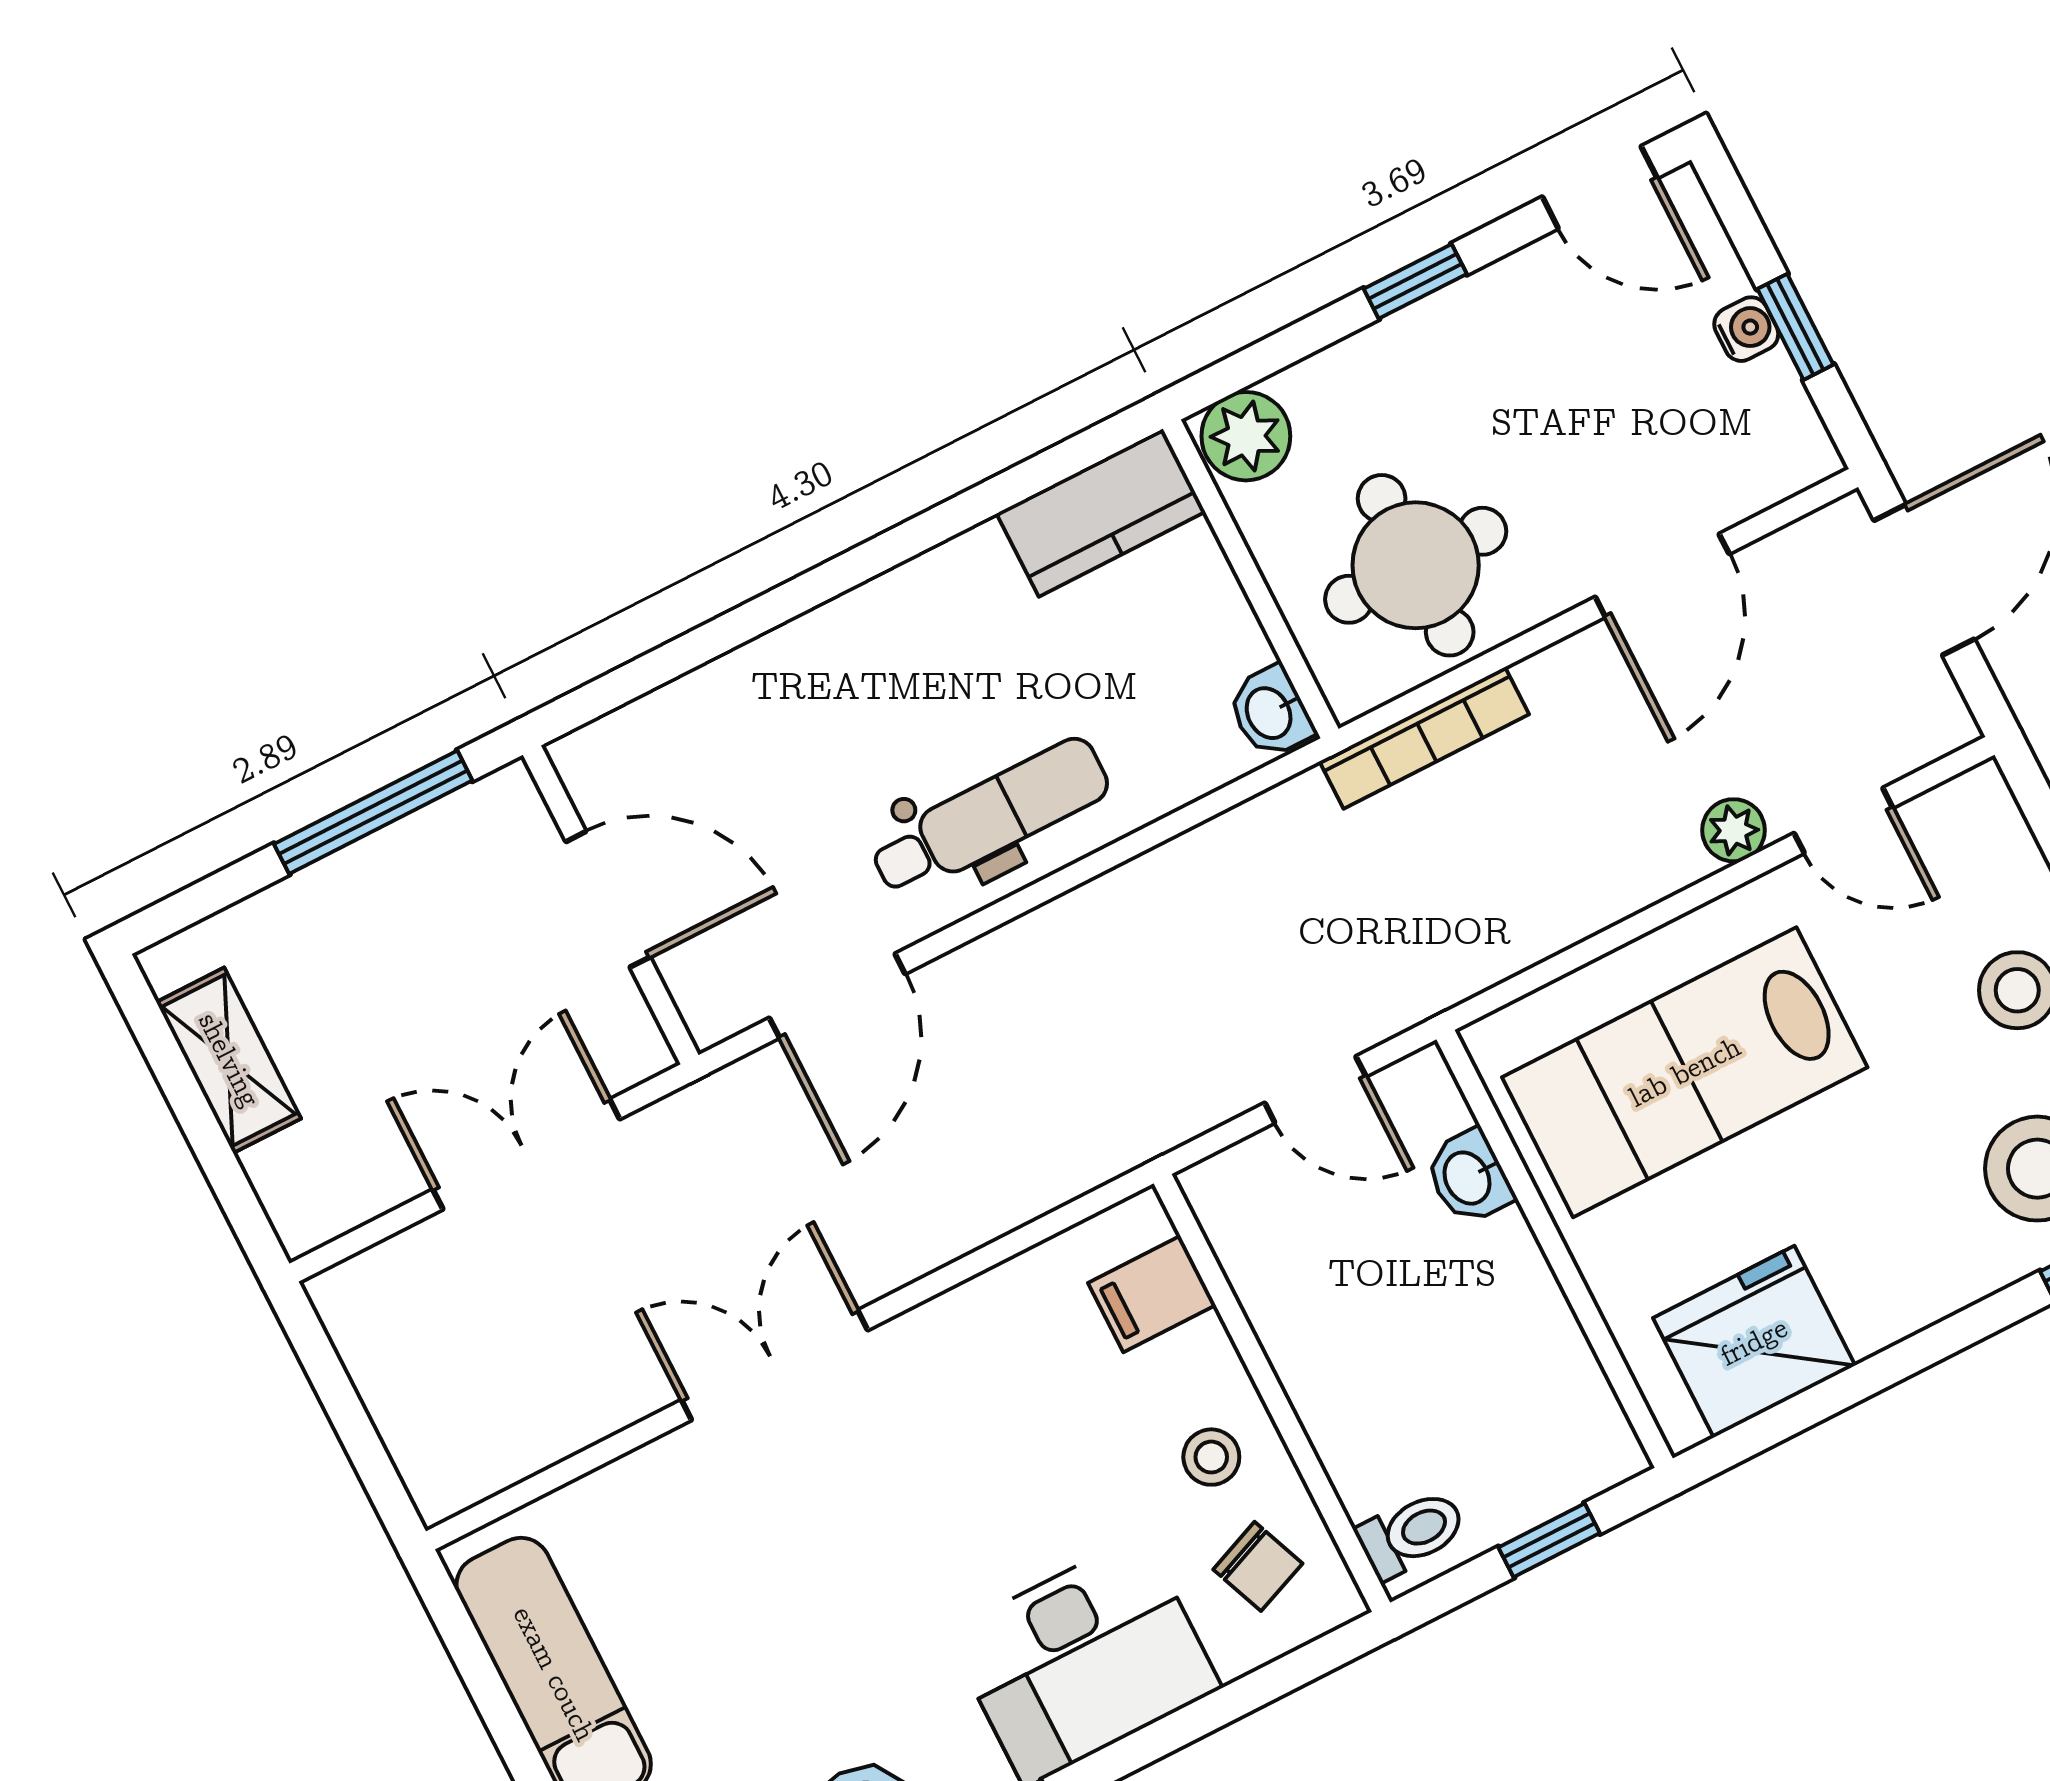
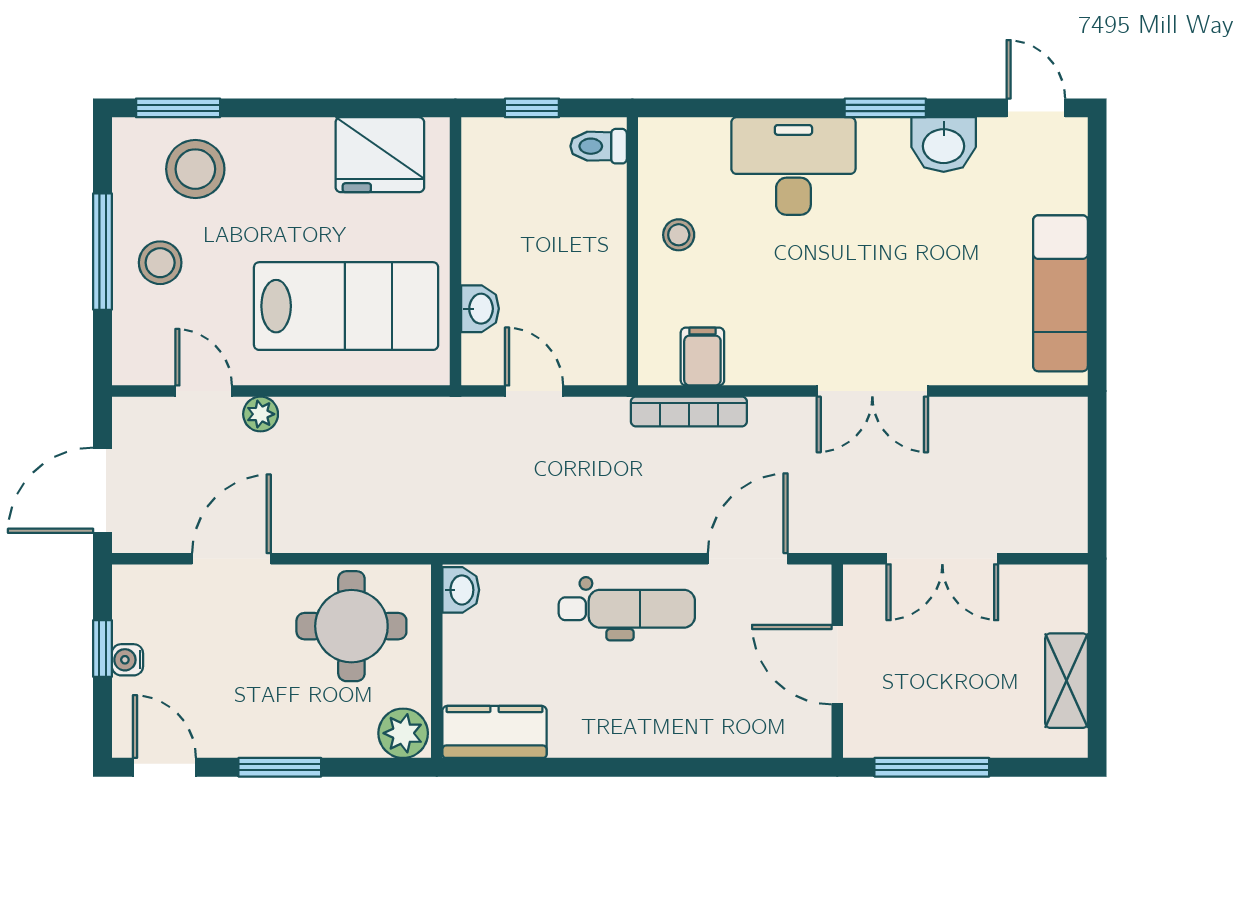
window: (1415, 281) -> (280, 767), width x1.50
bookcase: (1424, 738) -> (689, 411), moved, turned 180
dental chair: (990, 817) -> (627, 609), turned 180
filing cabinet: (1152, 1294) -> (702, 356), moved, turned -90
chair: (1258, 1566) -> (683, 169), removed

